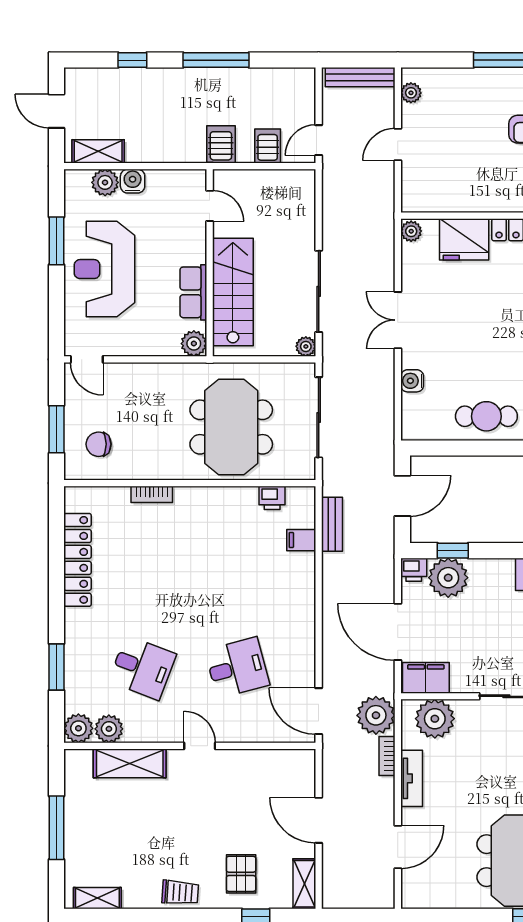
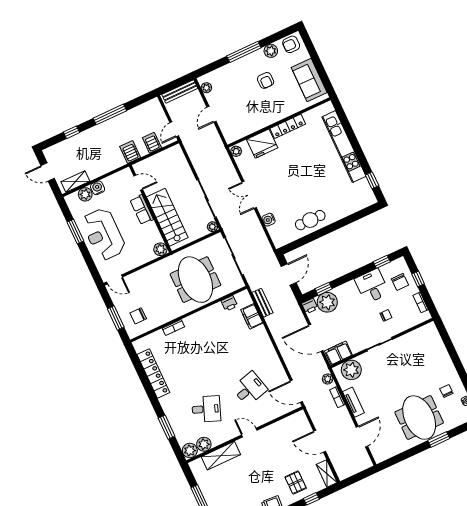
row of seats: (193, 292) -> (142, 210), moved
filing cabinet: (301, 540) -> (252, 316), width x2.00
plant: (376, 715) -> (328, 379), width x0.53, depth x0.53

